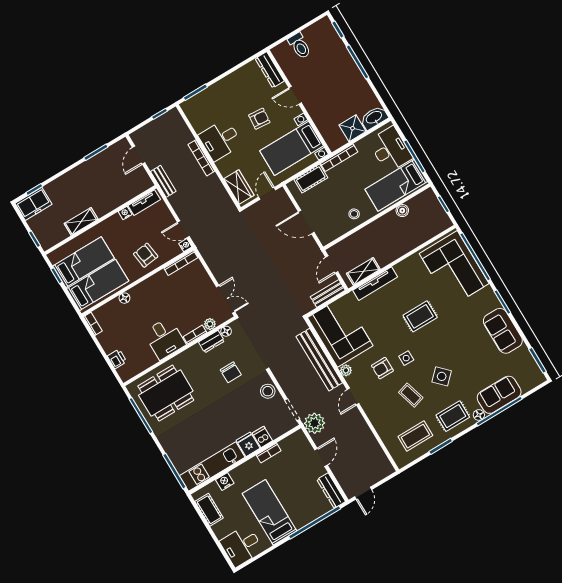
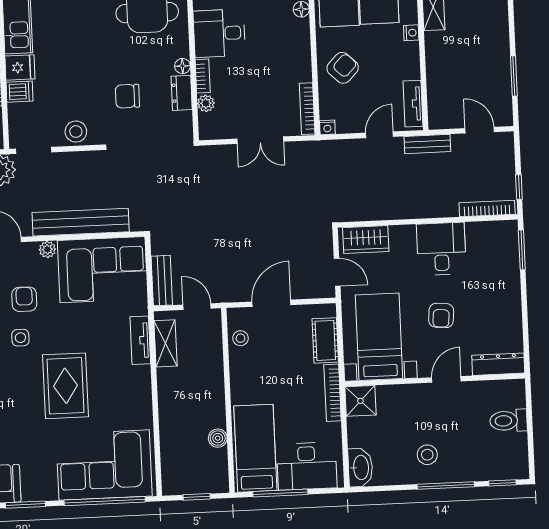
stool: (345, 83) -> (427, 455), added
shower: (353, 128) -> (360, 401), moved
bookcase: (201, 158) -> (487, 209), moved
nightstand: (125, 213) -> (411, 33), moved
stool: (354, 214) -> (240, 338), moved
door: (183, 229) -> (379, 135), moved
armchair: (146, 255) -> (343, 68), turned -39
tv unit: (375, 284) -> (140, 340), width x0.71
double door: (226, 299) -> (260, 140), moved
rug: (420, 316) -> (65, 386), width x1.36, depth x1.43
floor lamp: (226, 331) -> (182, 66), moved

